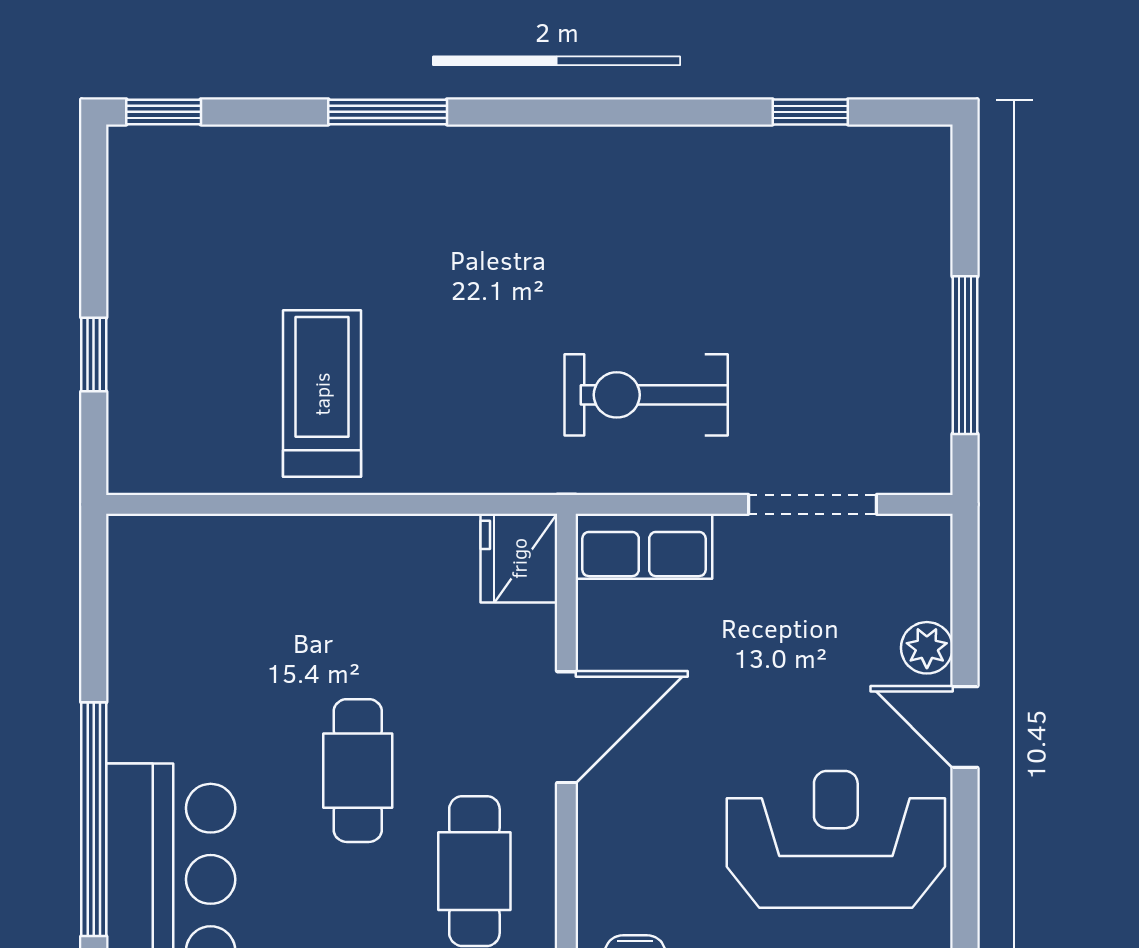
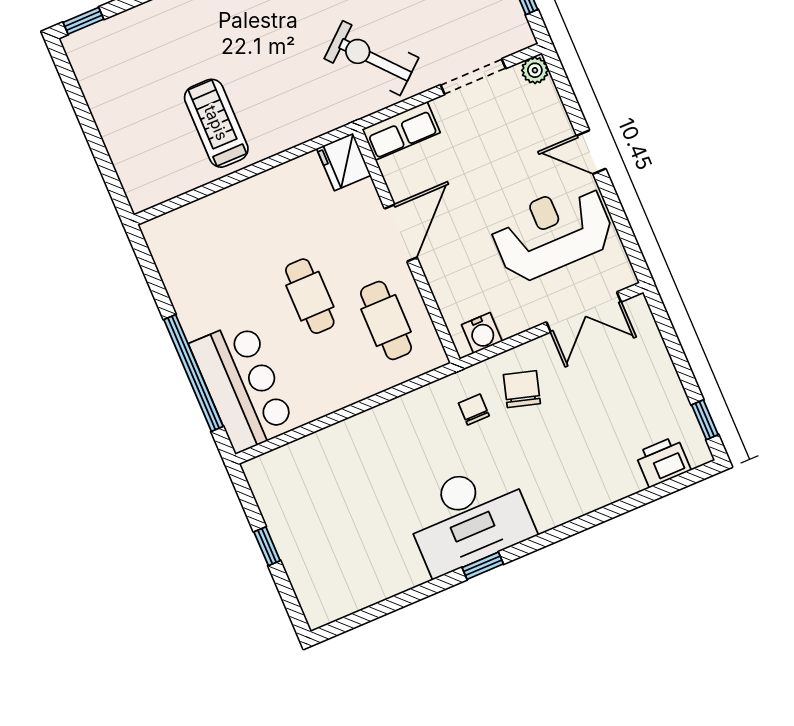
window: (94, 354) -> (99, 151), removed
exercise bike: (646, 395) -> (371, 58), turned 49
plant: (927, 648) -> (535, 70), moved

